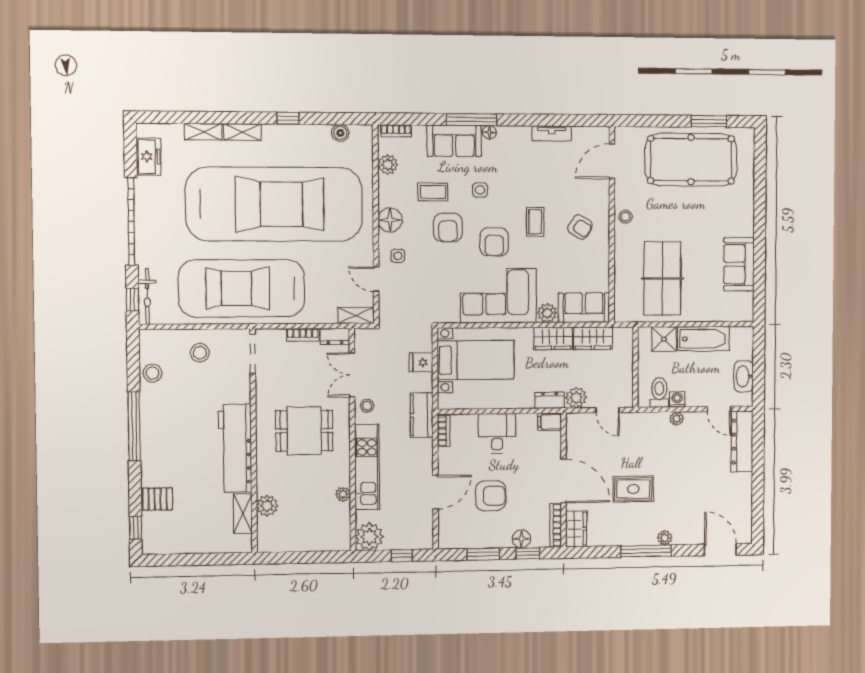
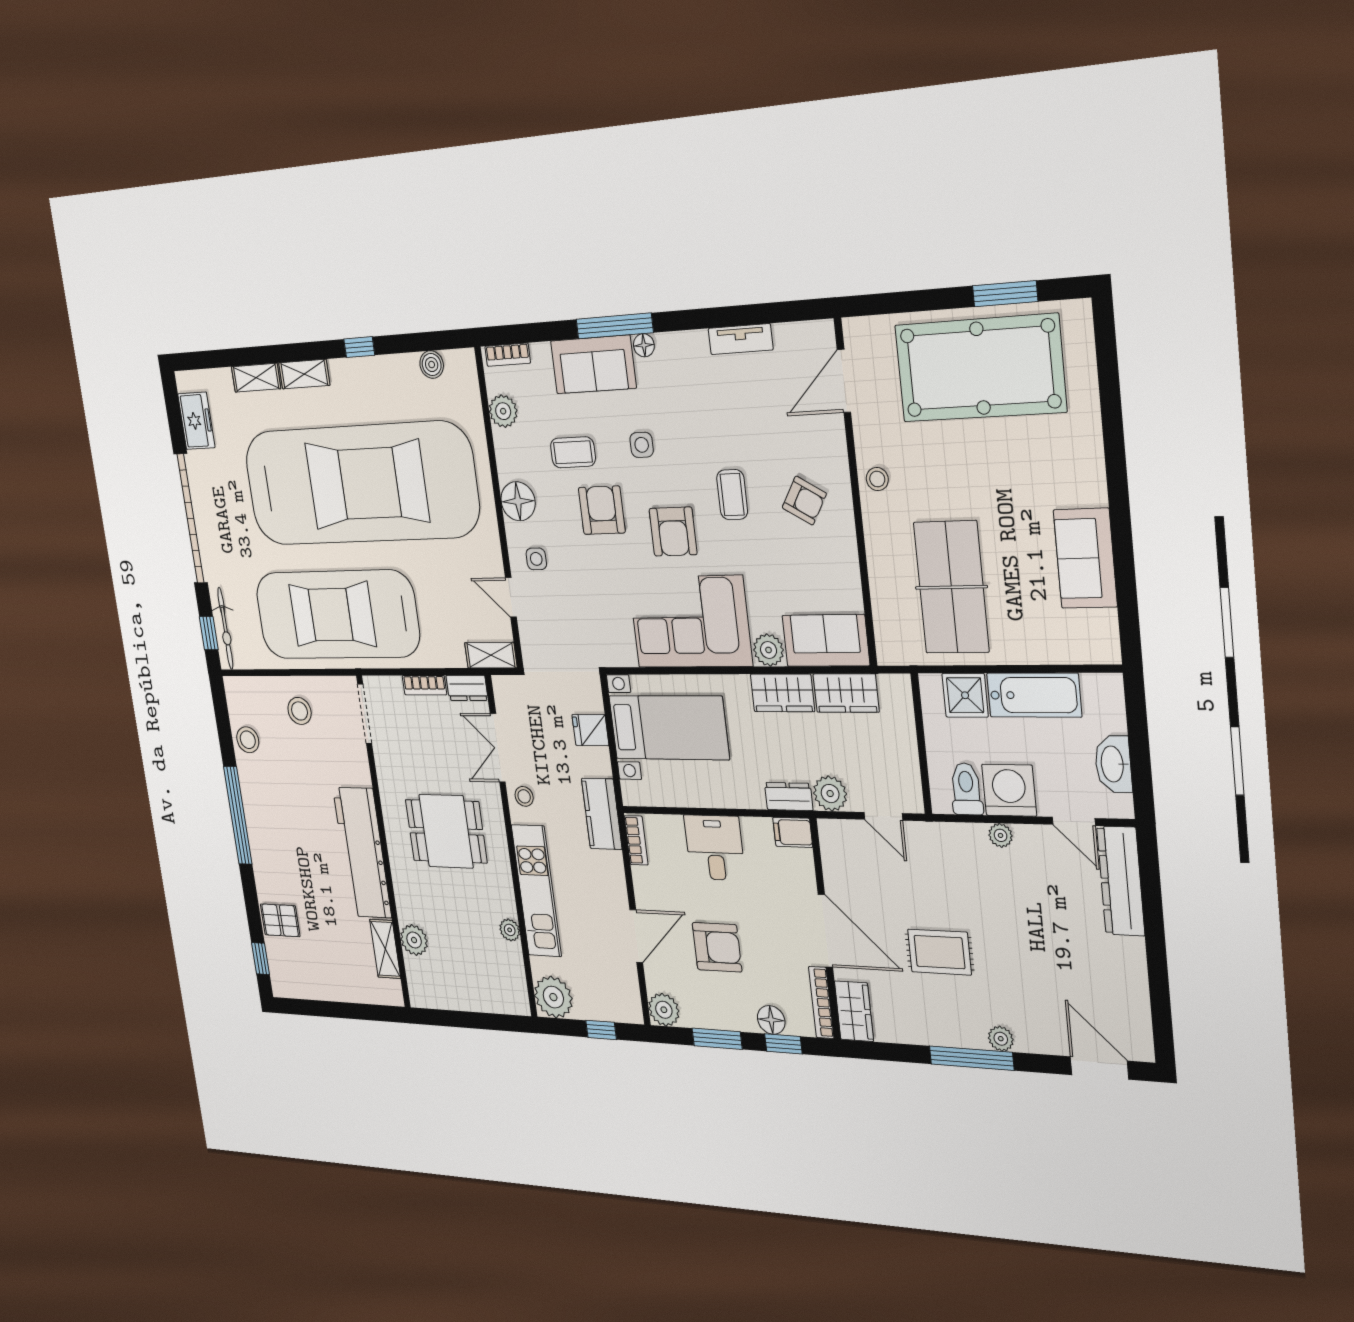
armchair: (448, 228) -> (602, 510), turned 180
washing machine: (677, 399) -> (1009, 790), width x1.89, depth x1.89
plant: (449, 539) -> (664, 1010), added

